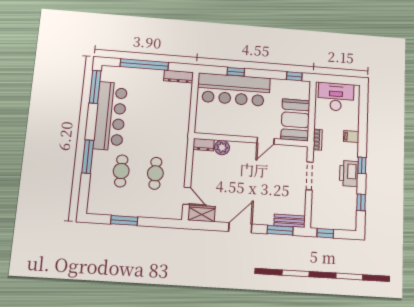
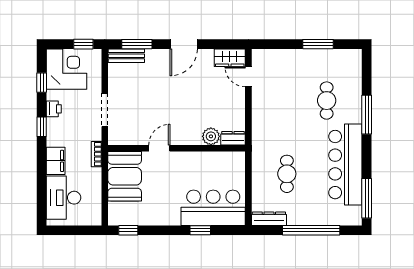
bar counter: (234, 90) -> (213, 208), width x0.73
desk: (336, 97) -> (63, 198), moved, turned 90
filing cabinet: (351, 136) -> (56, 161), width x2.00
cafe table: (155, 173) -> (287, 174), moved
printer: (349, 173) -> (54, 109), width x0.53, depth x0.68
corner desk: (340, 212) -> (67, 69), added

